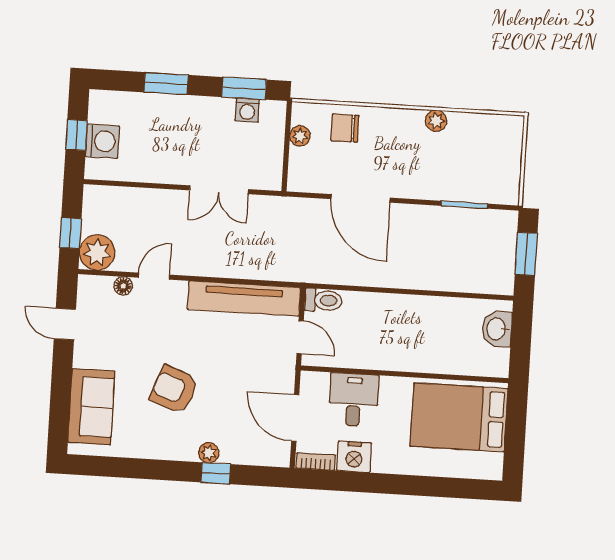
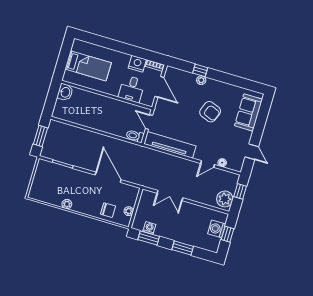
double door: (219, 190) -> (170, 196), swing flipped
plant: (97, 252) -> (225, 199), moved
washbasin: (497, 329) -> (65, 92), moved
bed: (459, 417) -> (88, 66), width x0.67

